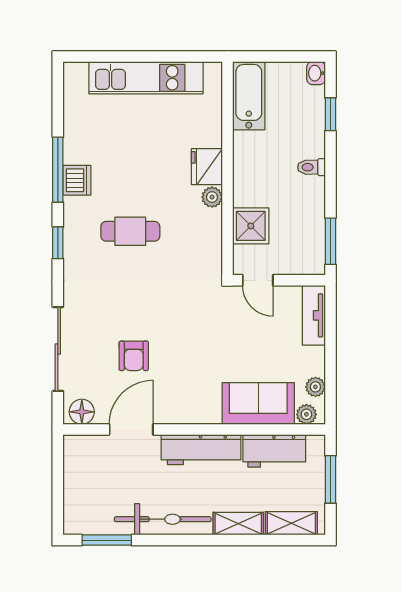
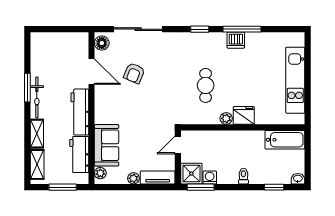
shower: (251, 226) -> (191, 174), moved
washing machine: (314, 226) -> (210, 177), added
cafe table: (130, 231) -> (206, 85), moved
armchair: (134, 356) -> (134, 73), turned -67
plant: (315, 387) -> (133, 178), moved
bicycle: (163, 519) -> (37, 97), width x0.73, depth x0.71
window: (107, 540) -> (27, 88), moved

